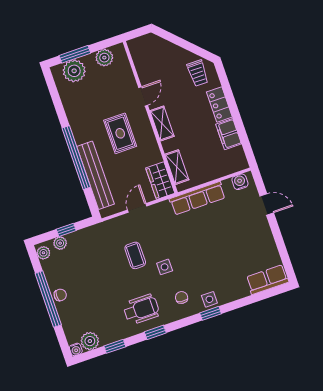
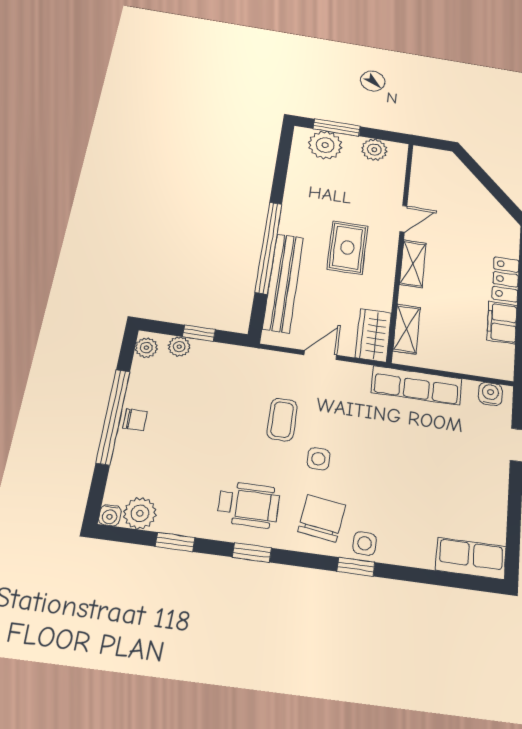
trolley: (198, 73) -> (493, 227), removed
chair: (182, 297) -> (322, 518), width x1.87, depth x1.87

